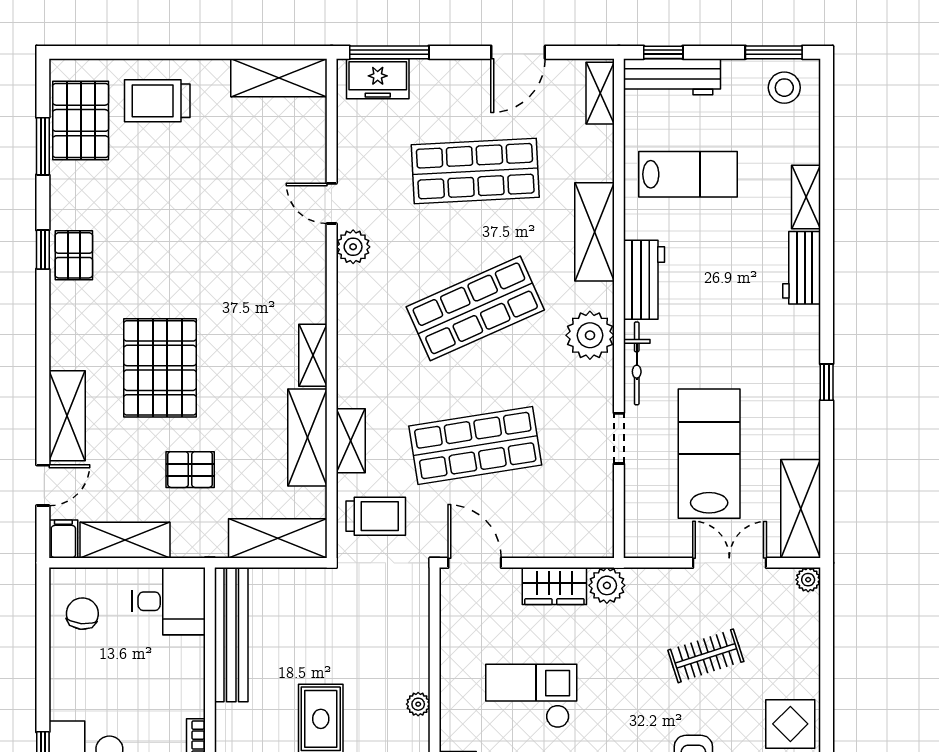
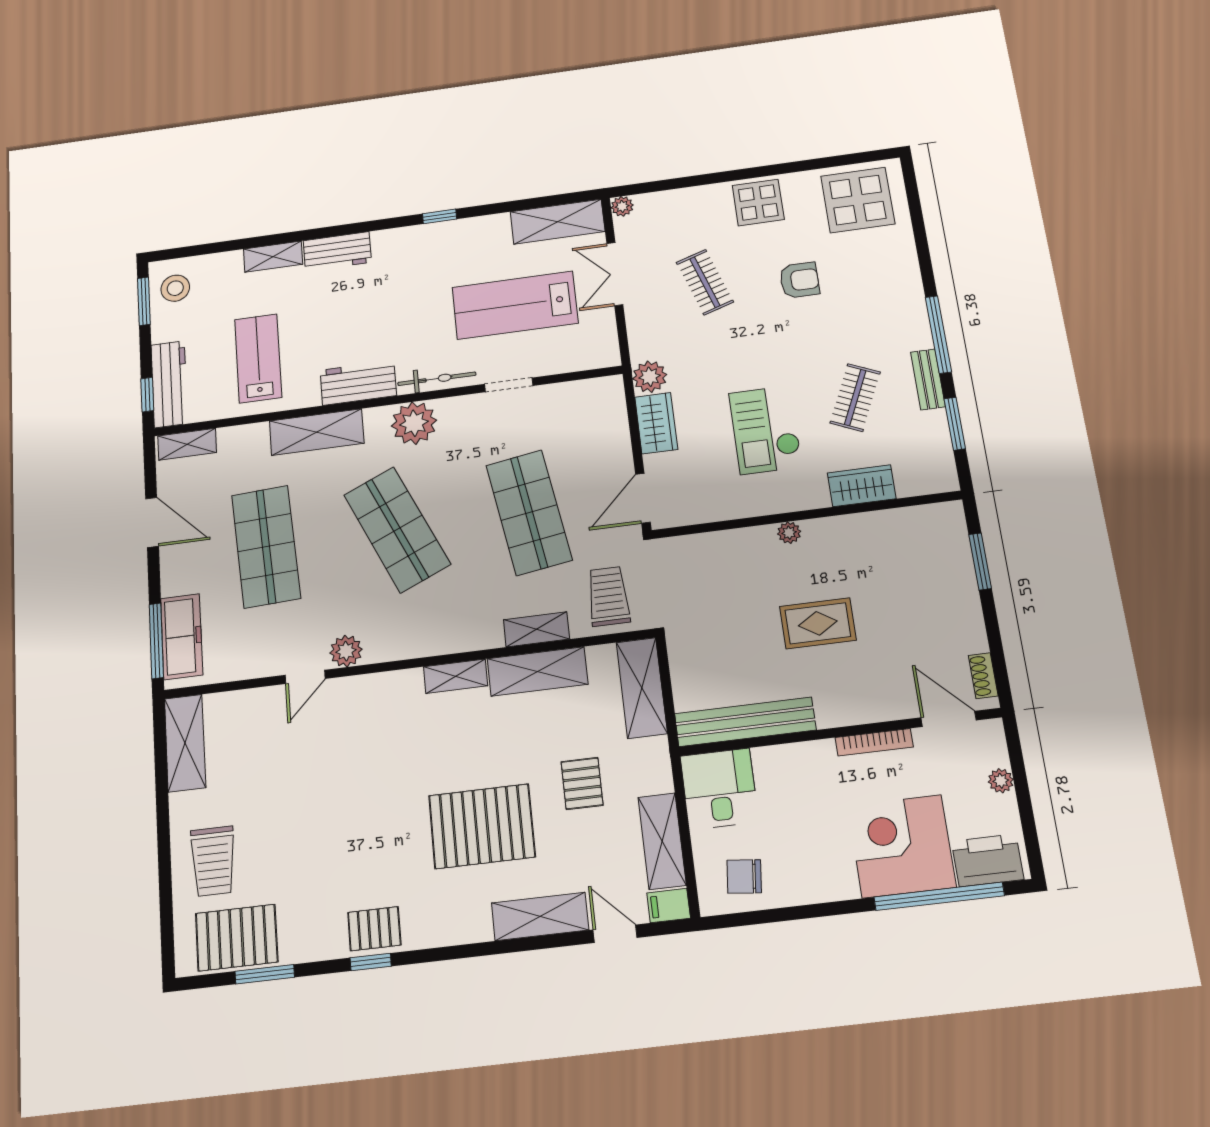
freezer: (378, 79) -> (182, 637), width x1.40

